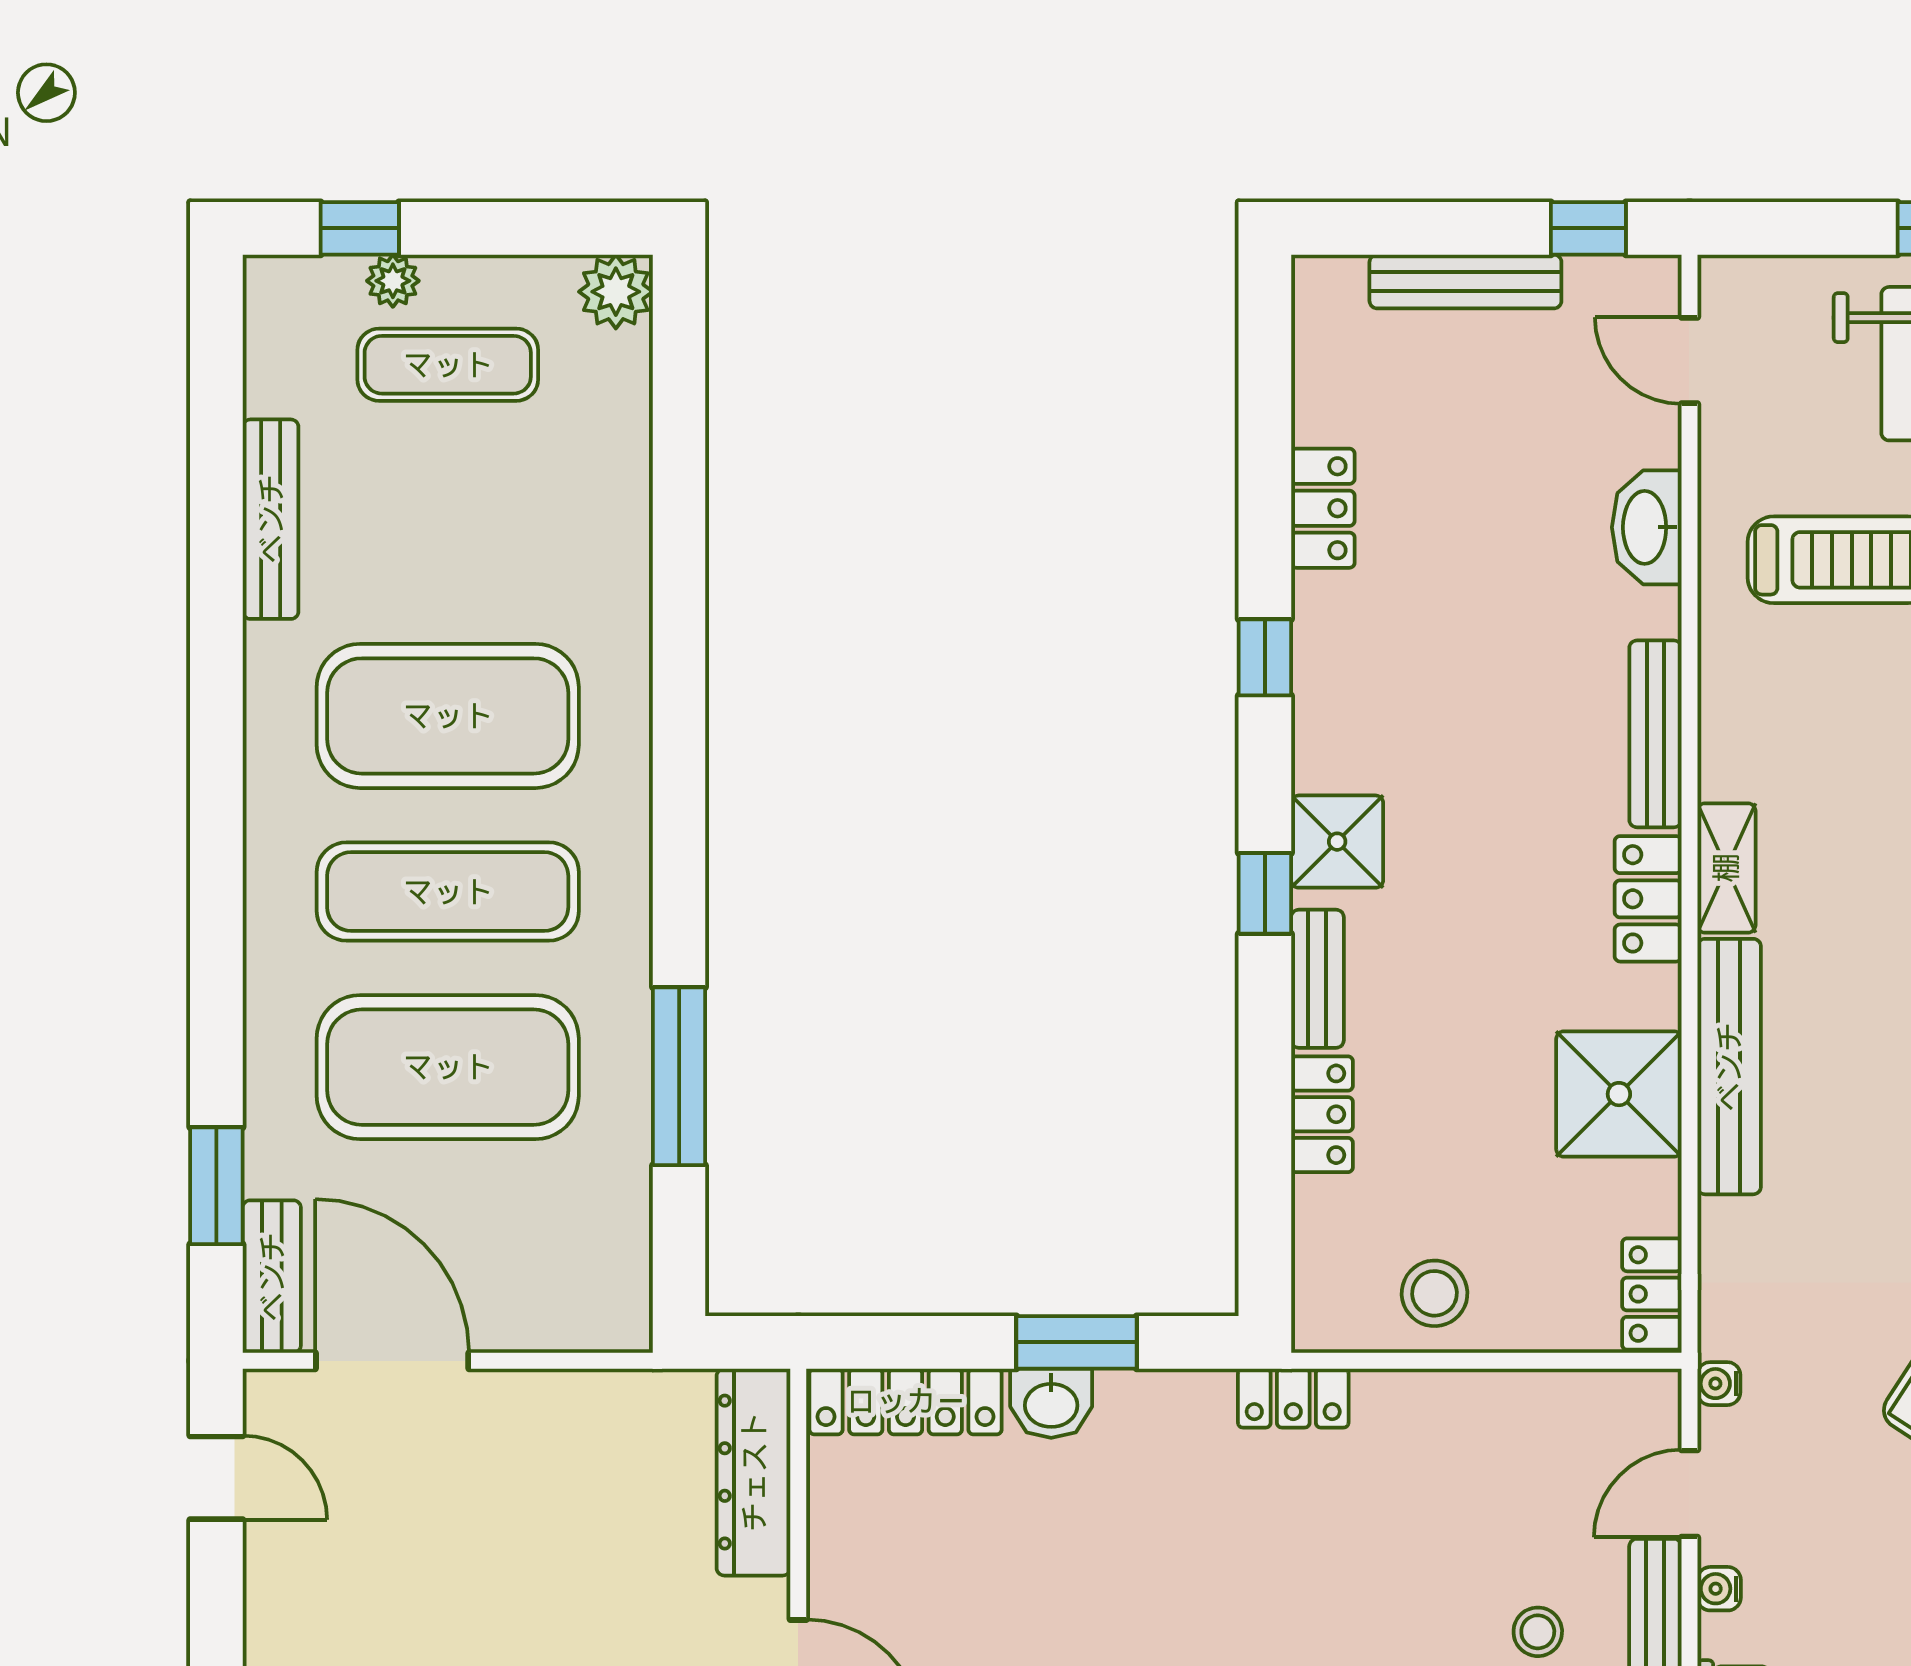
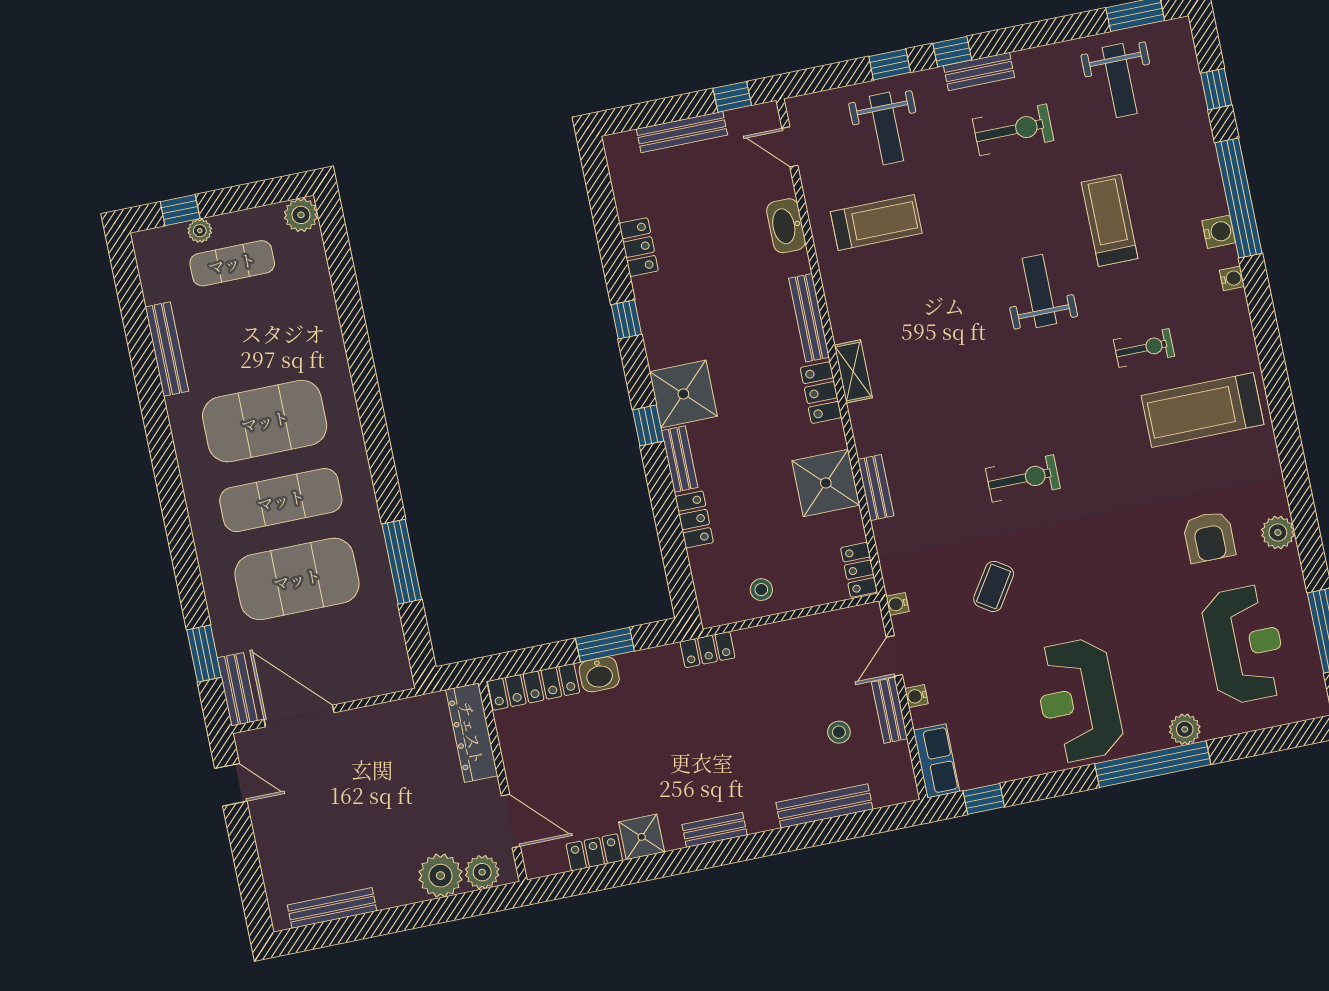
shower: (1337, 842) -> (683, 394), width x1.36, depth x1.36
bench: (1729, 1067) -> (876, 488), width x0.54, depth x0.82
stool: (1435, 1293) -> (761, 590), width x0.73, depth x0.73

